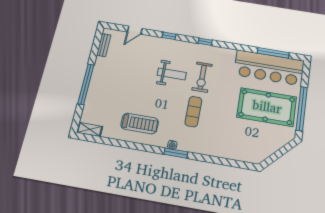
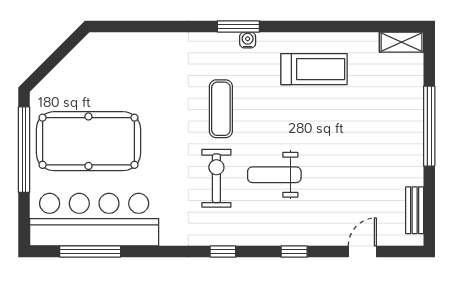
treadmill: (140, 123) -> (314, 69), turned 180

